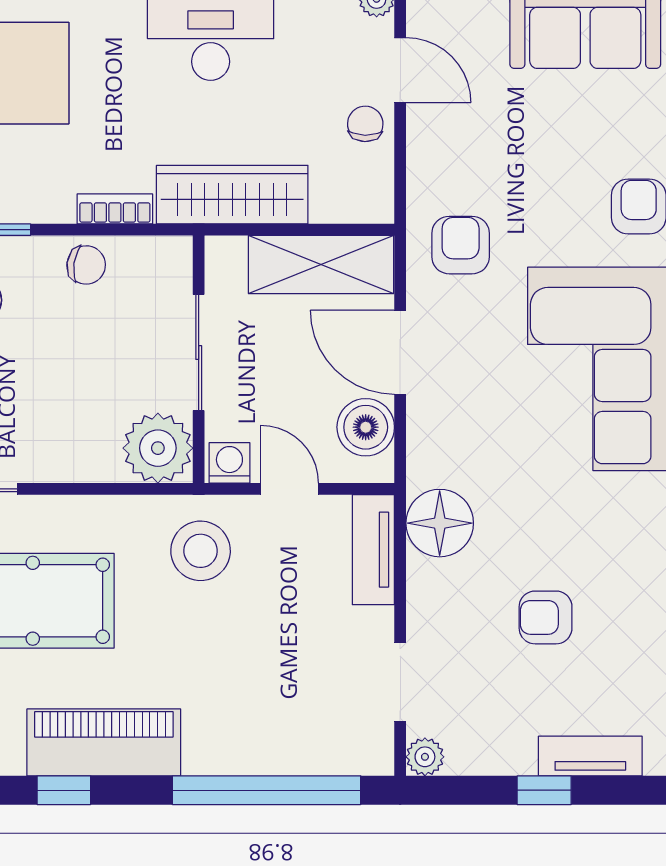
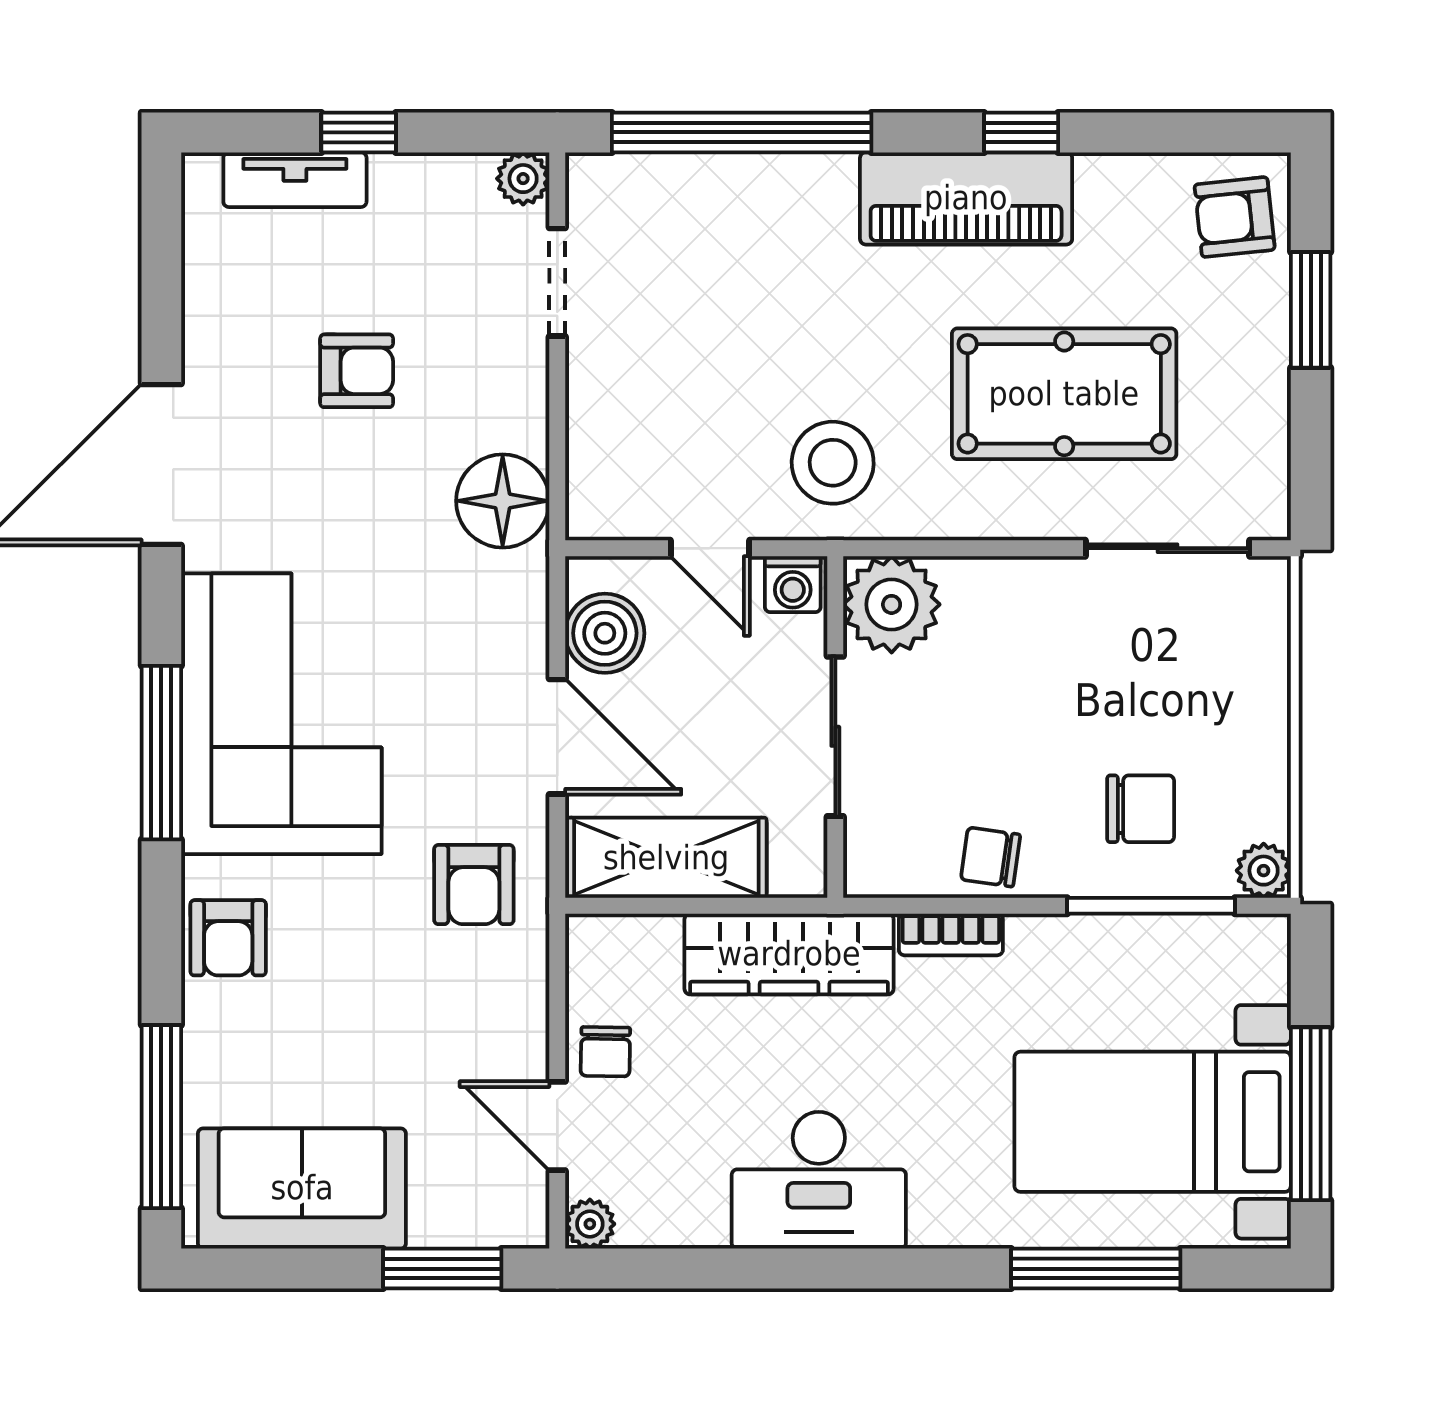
tv unit: (373, 550) -> (594, 464), removed

